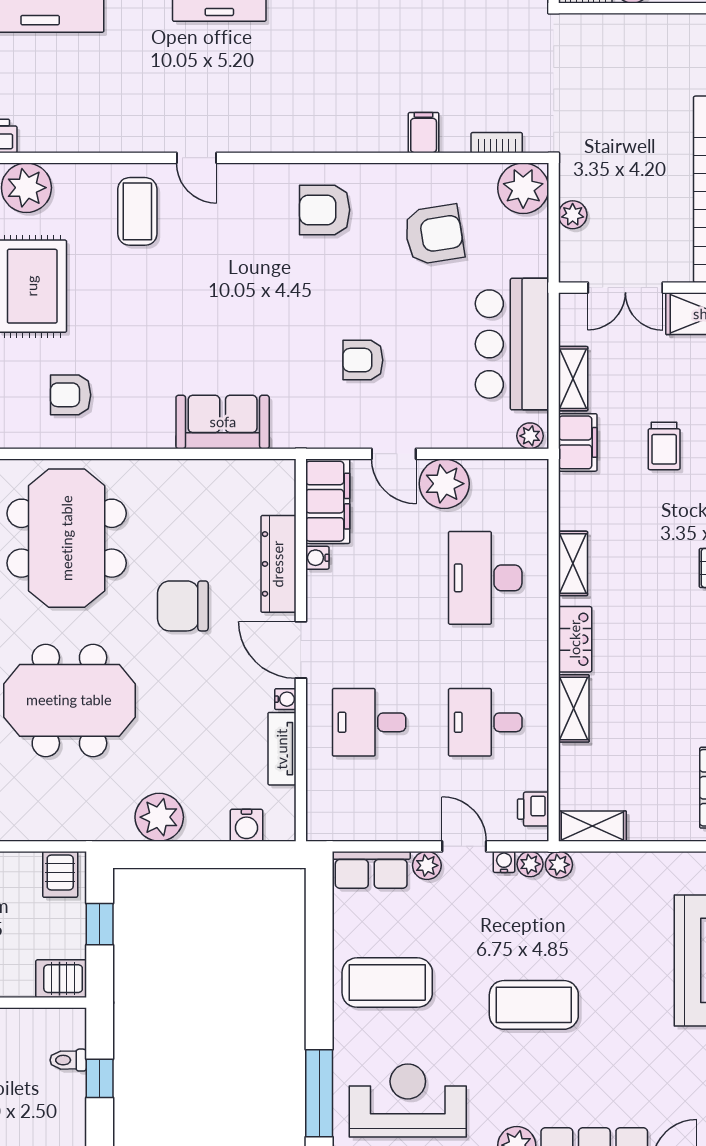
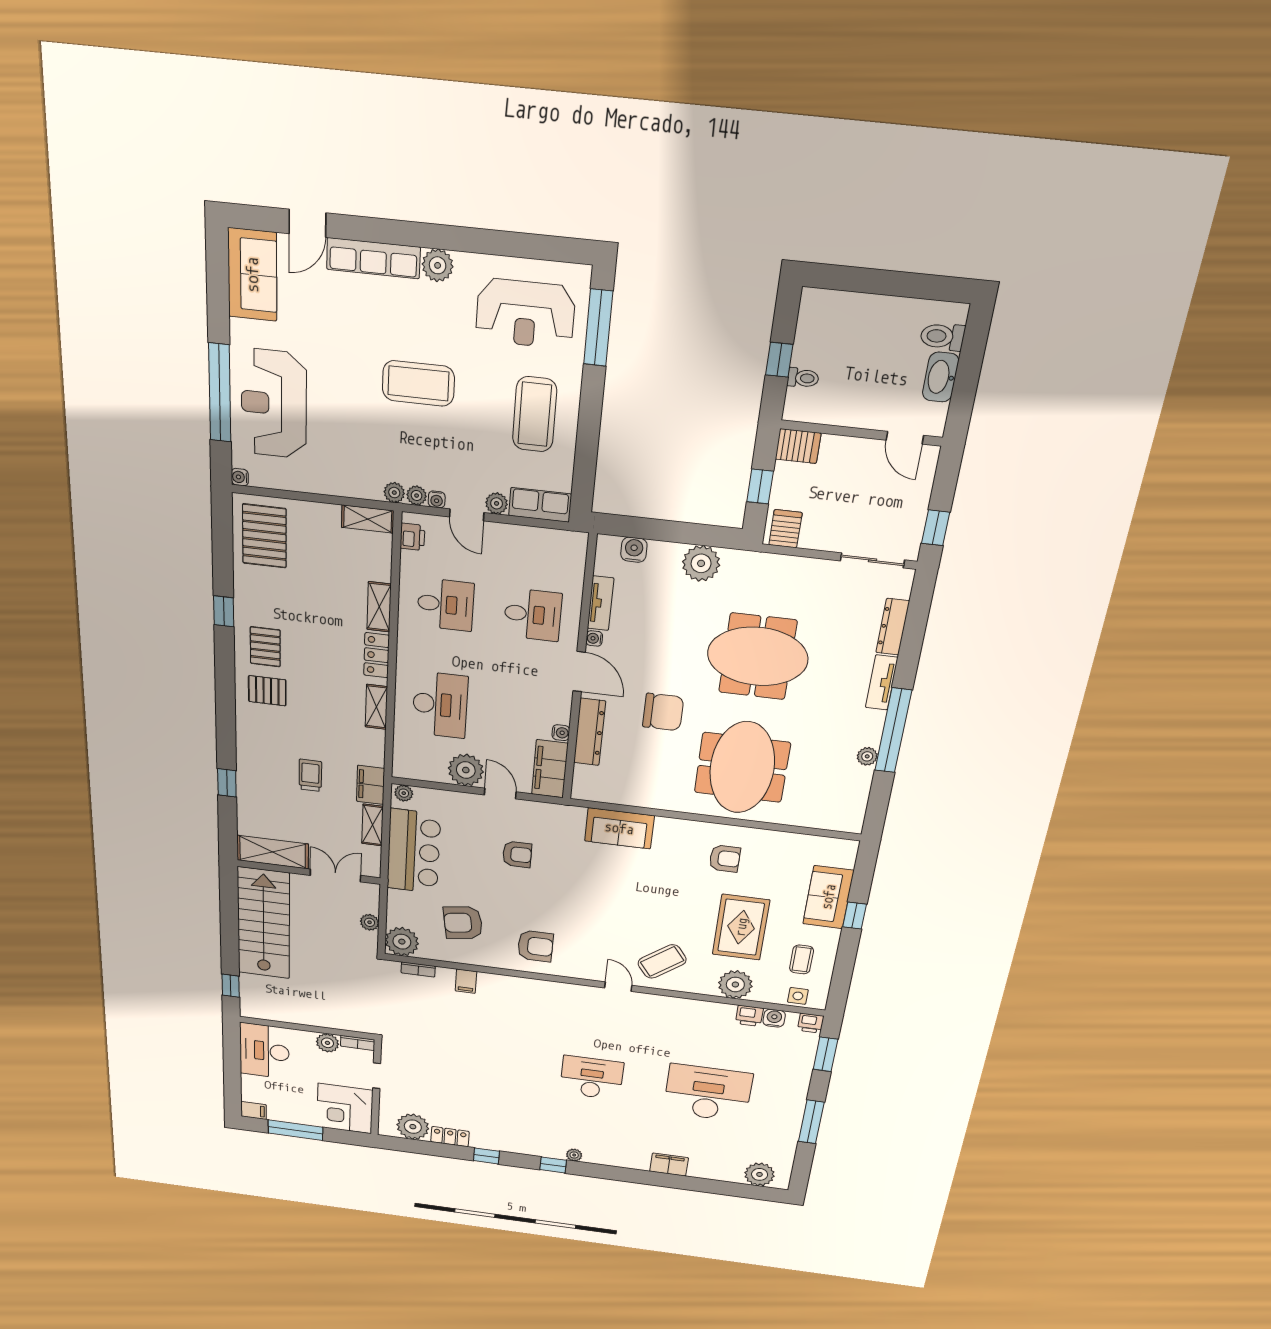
coffee table: (137, 211) -> (662, 961), turned 53
coffee table: (387, 983) -> (535, 414), turned 90

